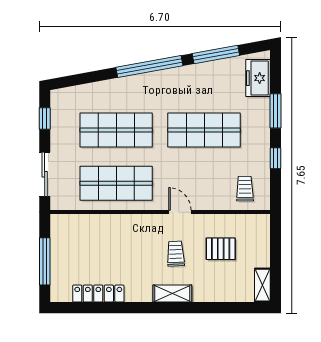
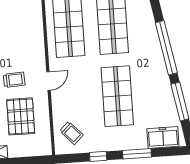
trolley: (245, 189) -> (71, 133), turned 48
pallet: (221, 249) -> (21, 116), width x1.50, depth x1.42

